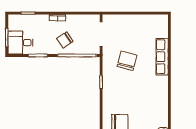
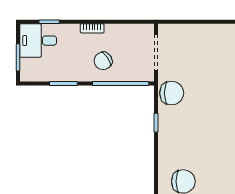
desk: (20, 43) -> (38, 41), moved
chair: (127, 61) -> (172, 93), moved, turned 75

